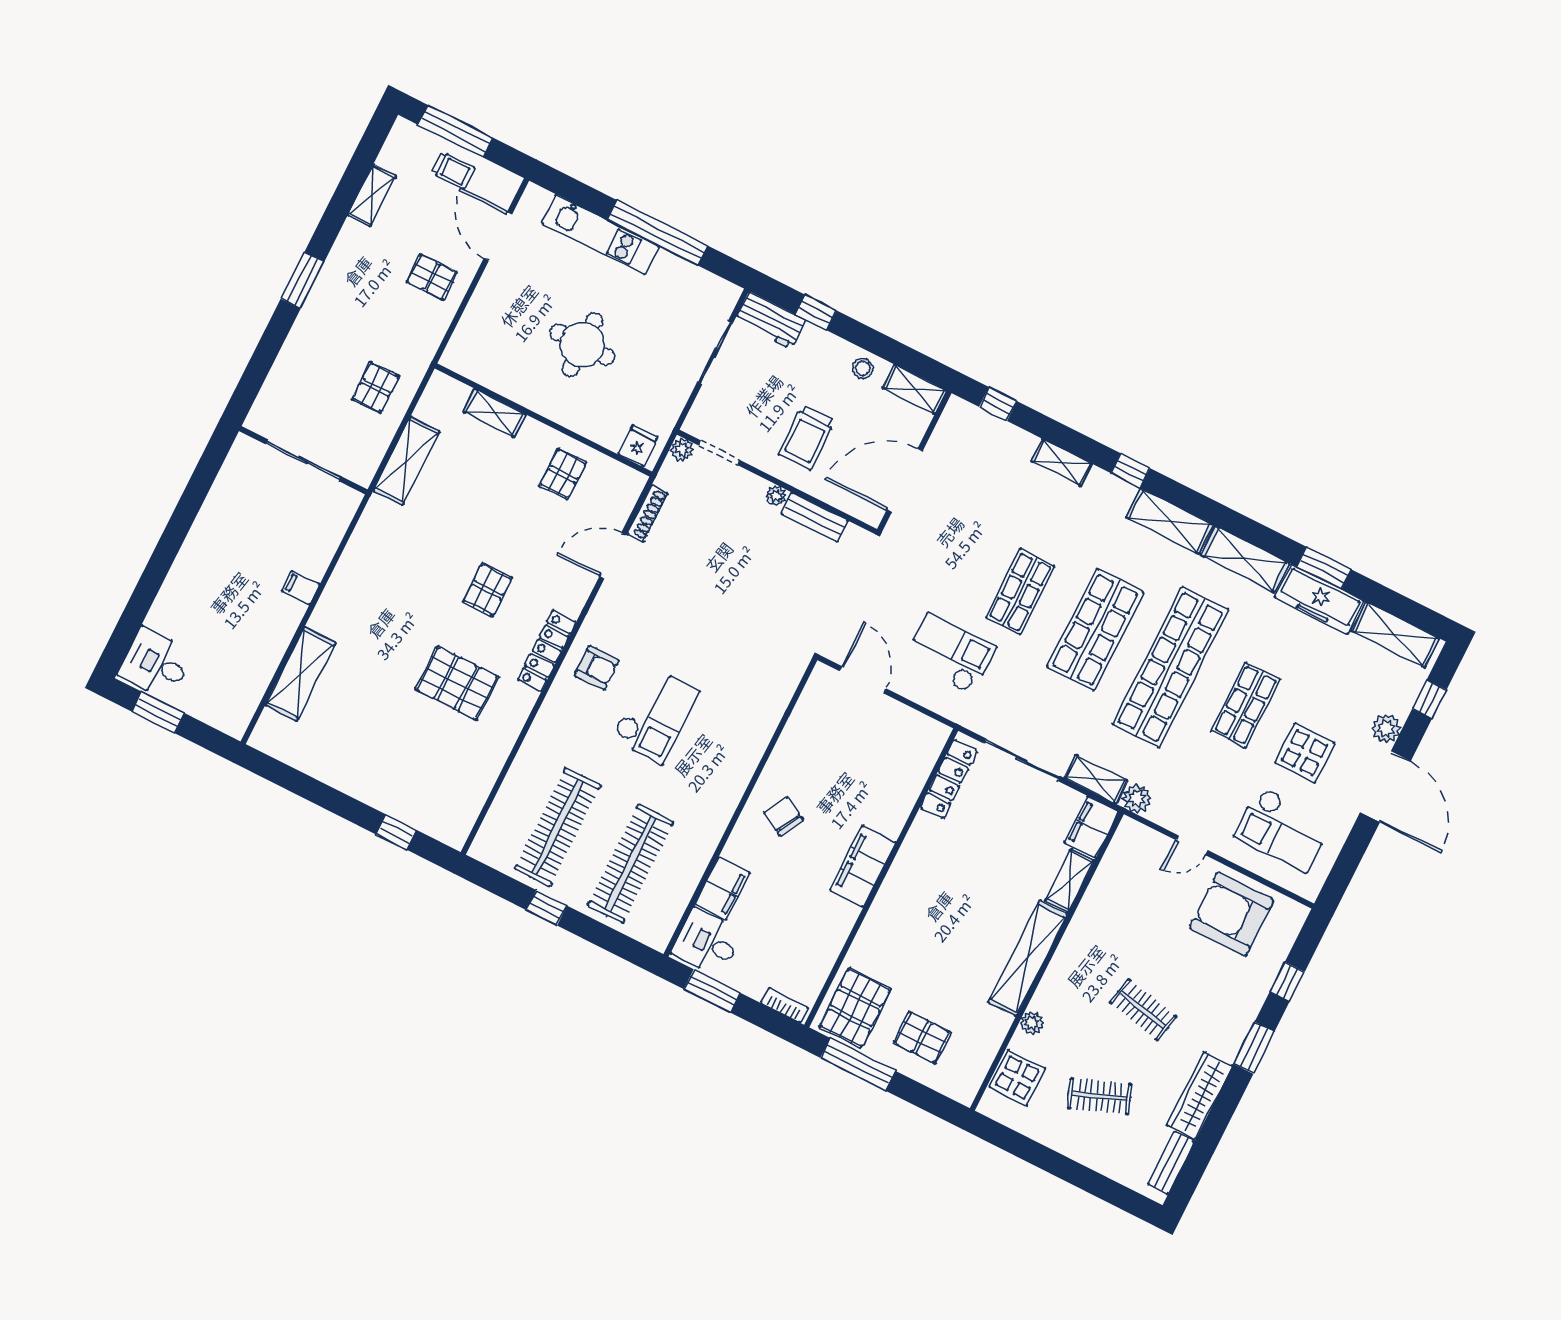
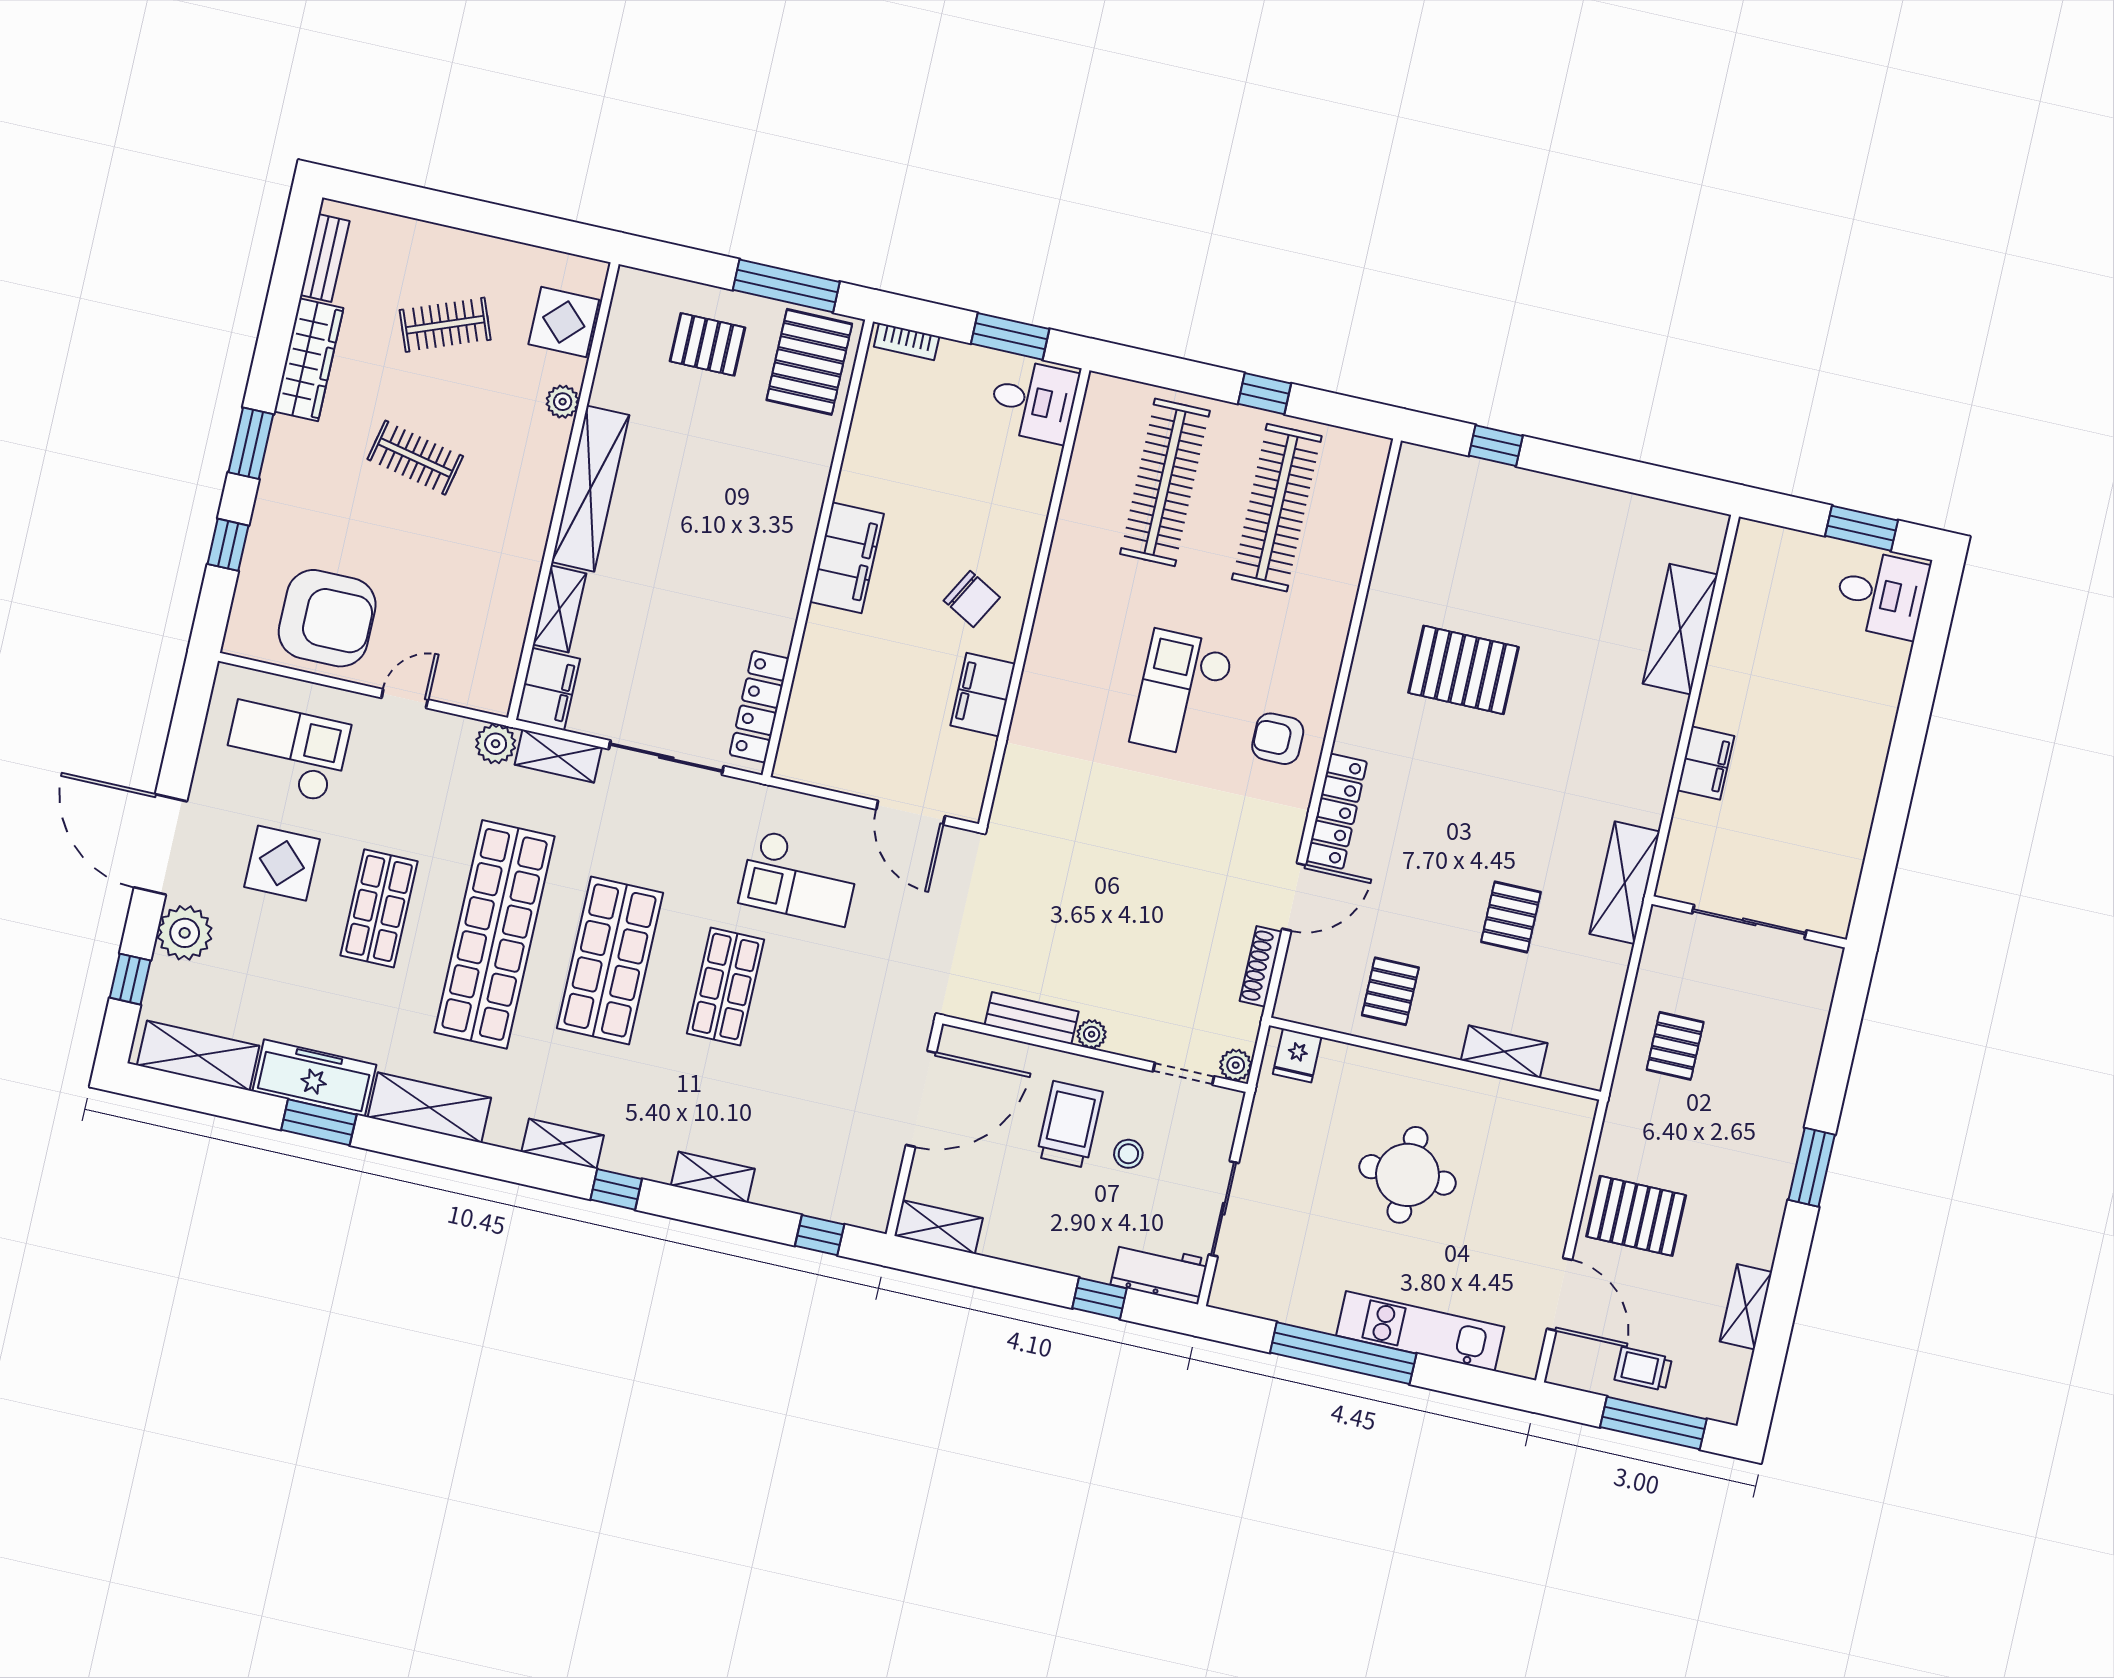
pallet: (432, 277) -> (1636, 1216), width x1.50, depth x1.42
stool: (863, 369) -> (1128, 1154), moved
shelving: (406, 461) -> (1625, 883), moved
shelving: (1170, 521) -> (563, 1144), width x0.67, depth x0.75
filing cabinet: (301, 588) -> (1706, 763), width x2.00
pallet: (488, 590) -> (1511, 917), moved
locker: (547, 651) -> (1337, 811), moved
plant: (1386, 729) -> (185, 933), width x1.36, depth x1.36
filing cabinet: (722, 888) -> (983, 695), moved

